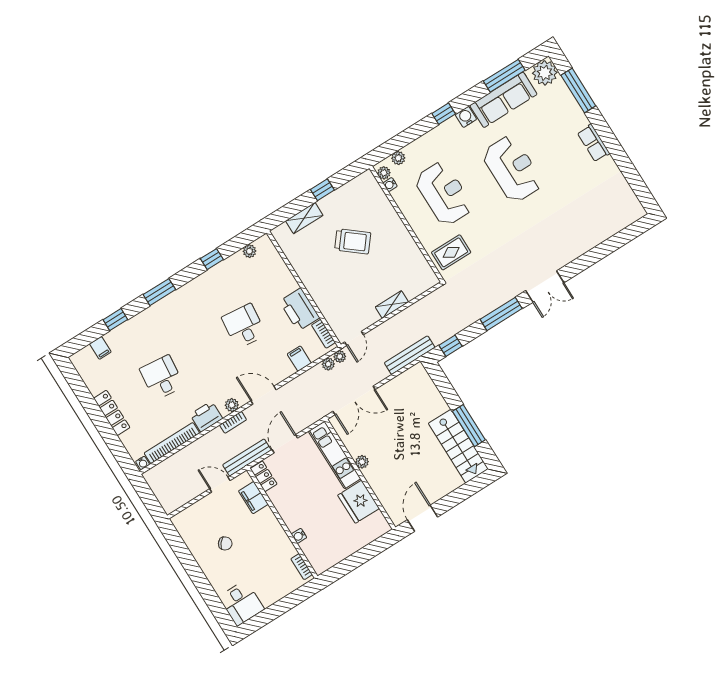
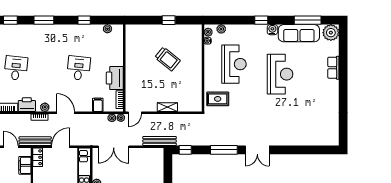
window: (578, 90) -> (343, 54), removed
row of seats: (593, 143) -> (333, 68), moved
shelving: (304, 218) -> (149, 30), removed

